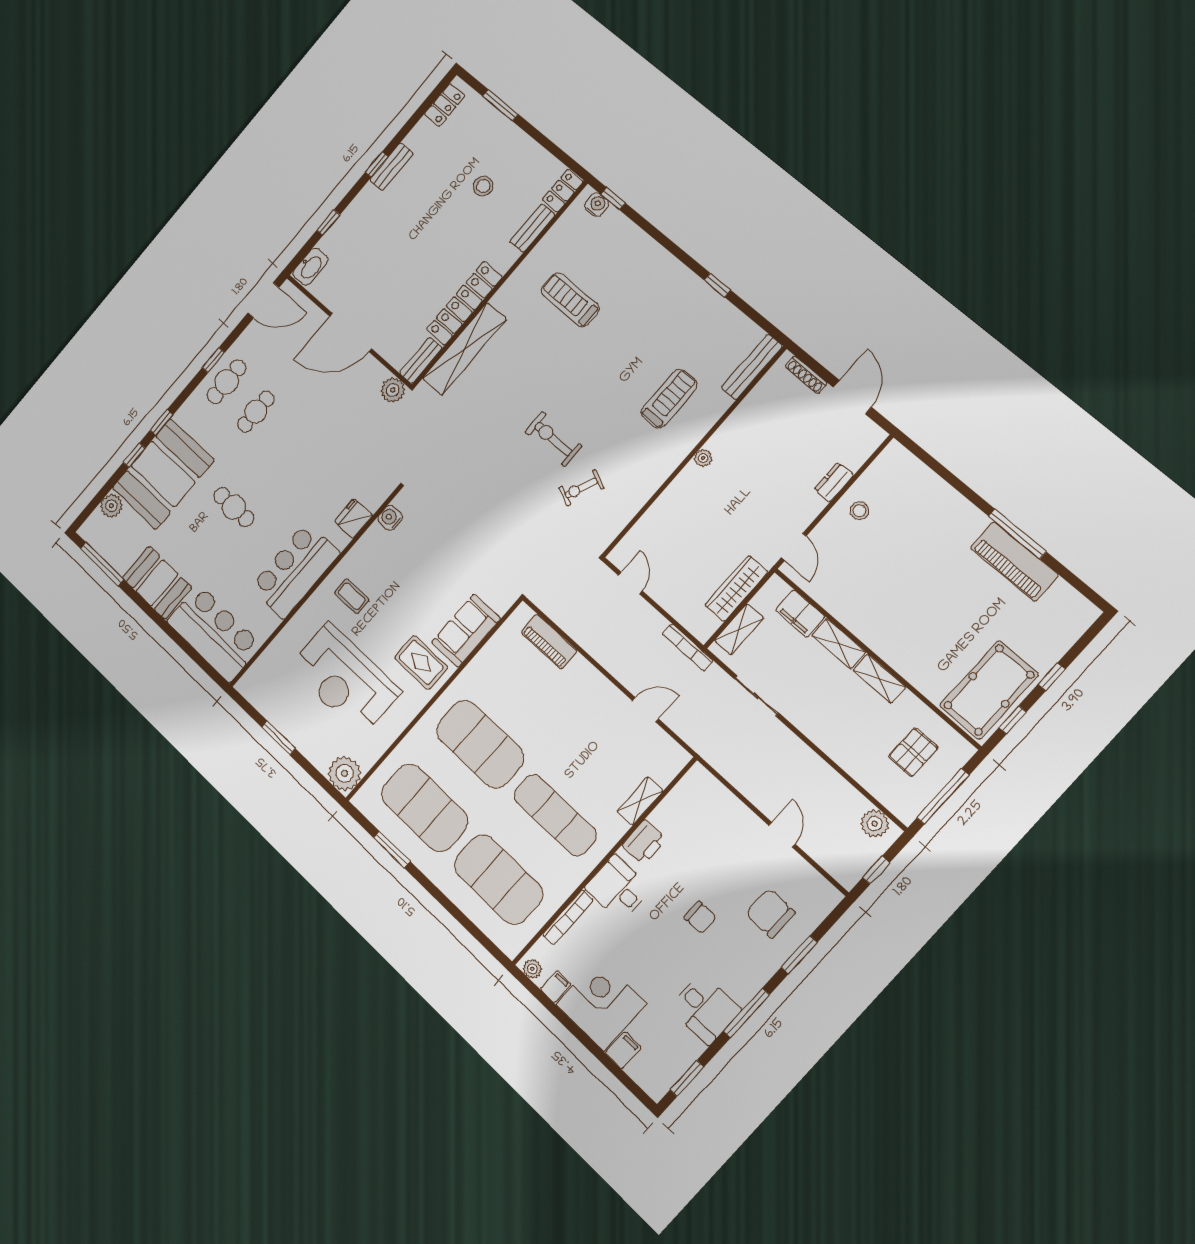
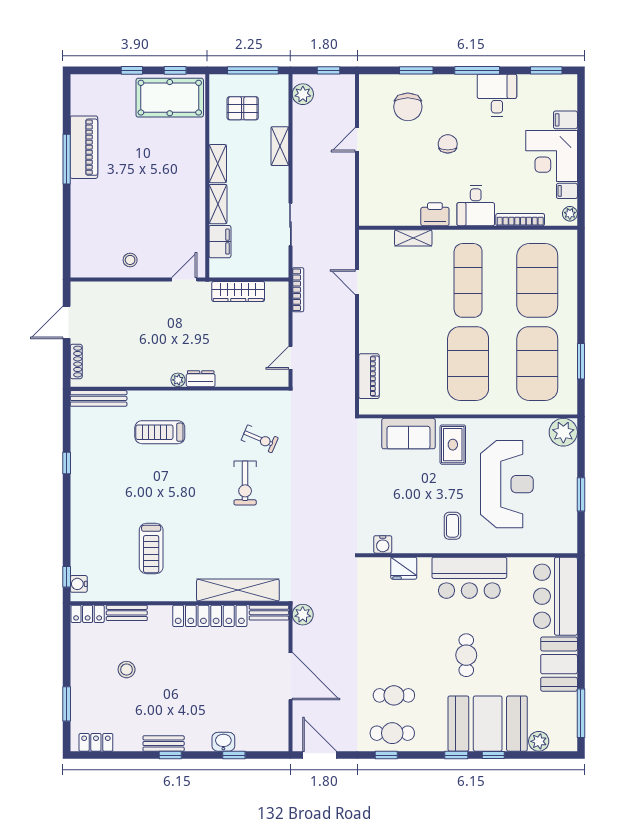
washbasin: (310, 267) -> (223, 742), moved, width x0.72
dresser: (834, 482) -> (201, 379), moved, turned 180
shelving: (739, 629) -> (280, 146), moved, turned 90

